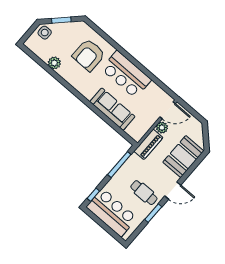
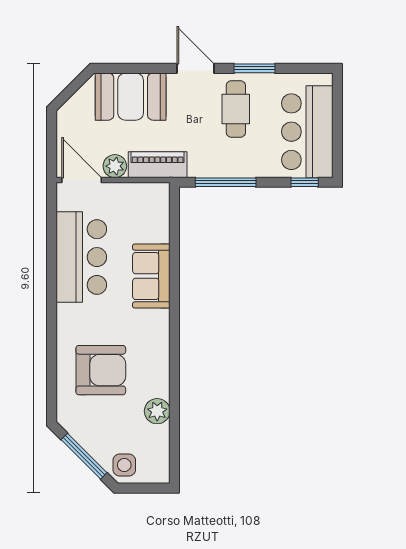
window: (61, 20) -> (84, 456), width x1.44
bar counter: (126, 74) -> (81, 257), moved
sofa: (112, 109) -> (151, 276), width x0.73

